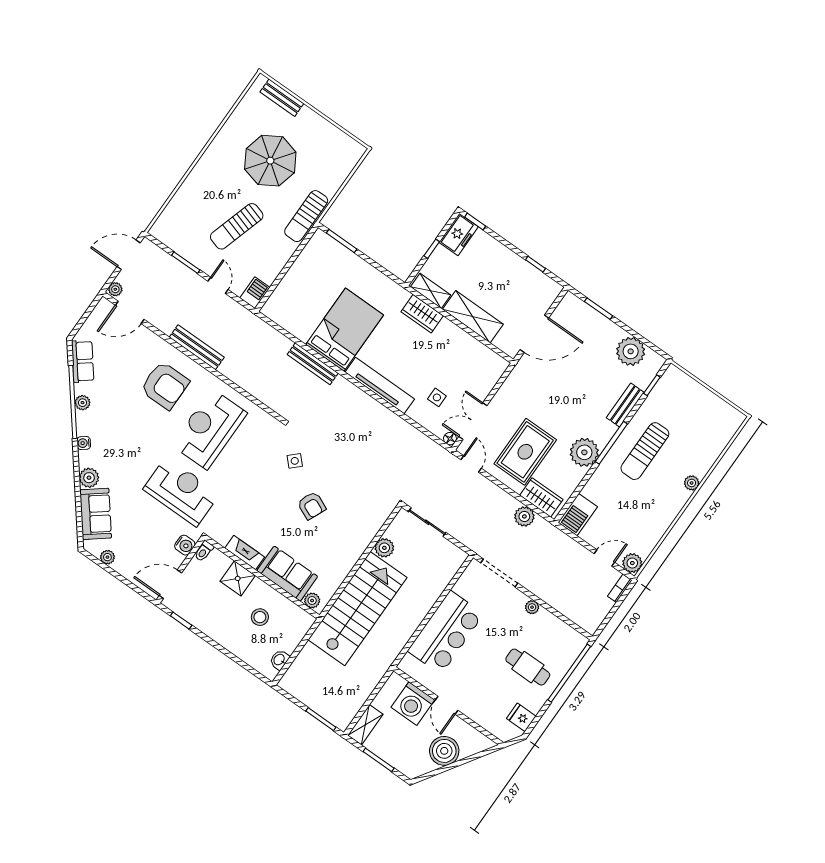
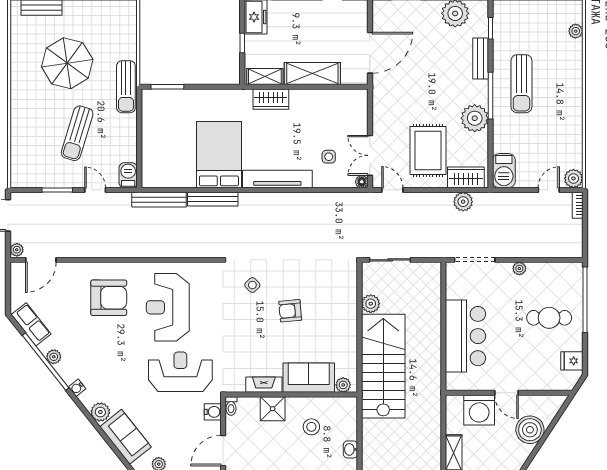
bench: (197, 347) -> (159, 200), moved
plant: (692, 483) -> (576, 31), moved
armchair: (312, 506) -> (290, 311), turned 151

